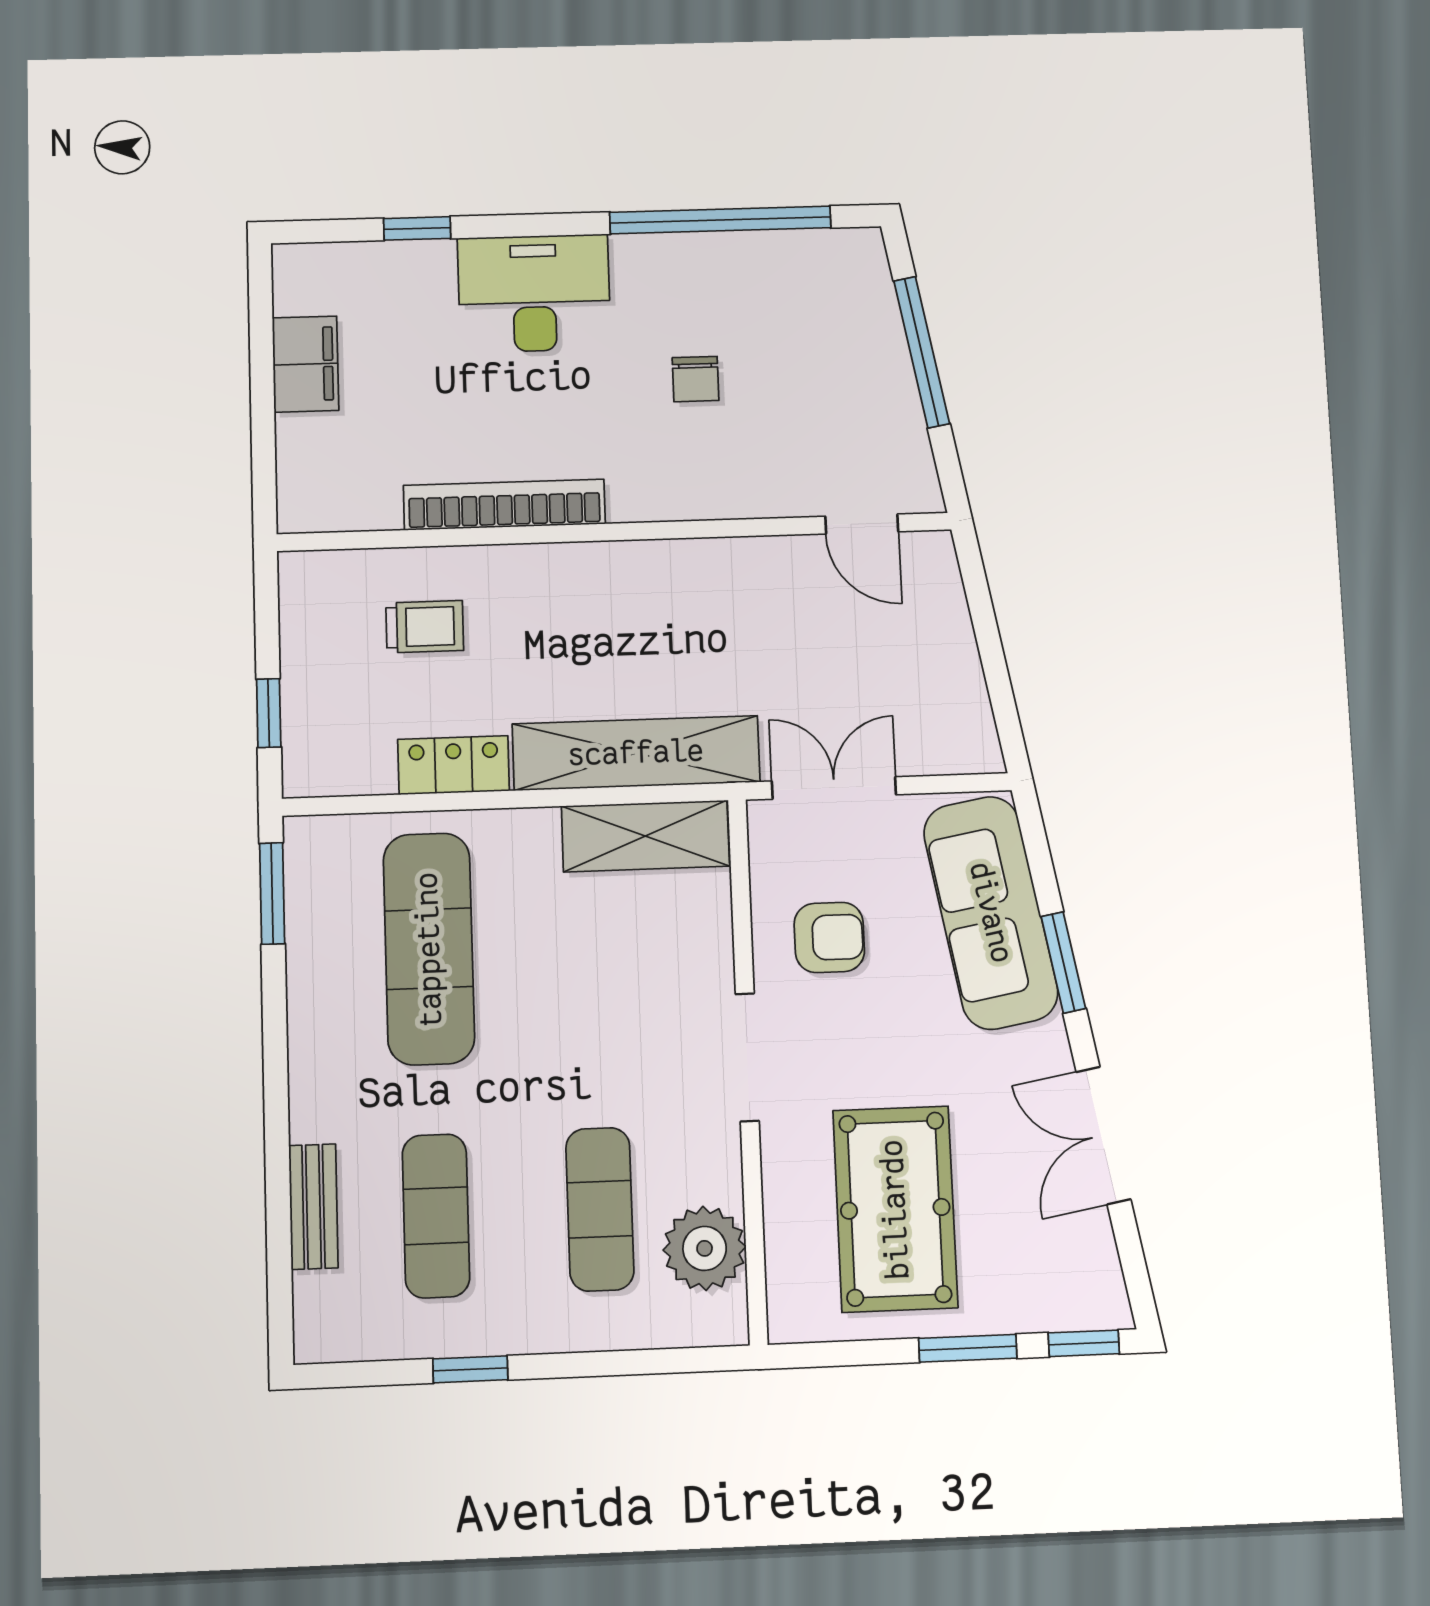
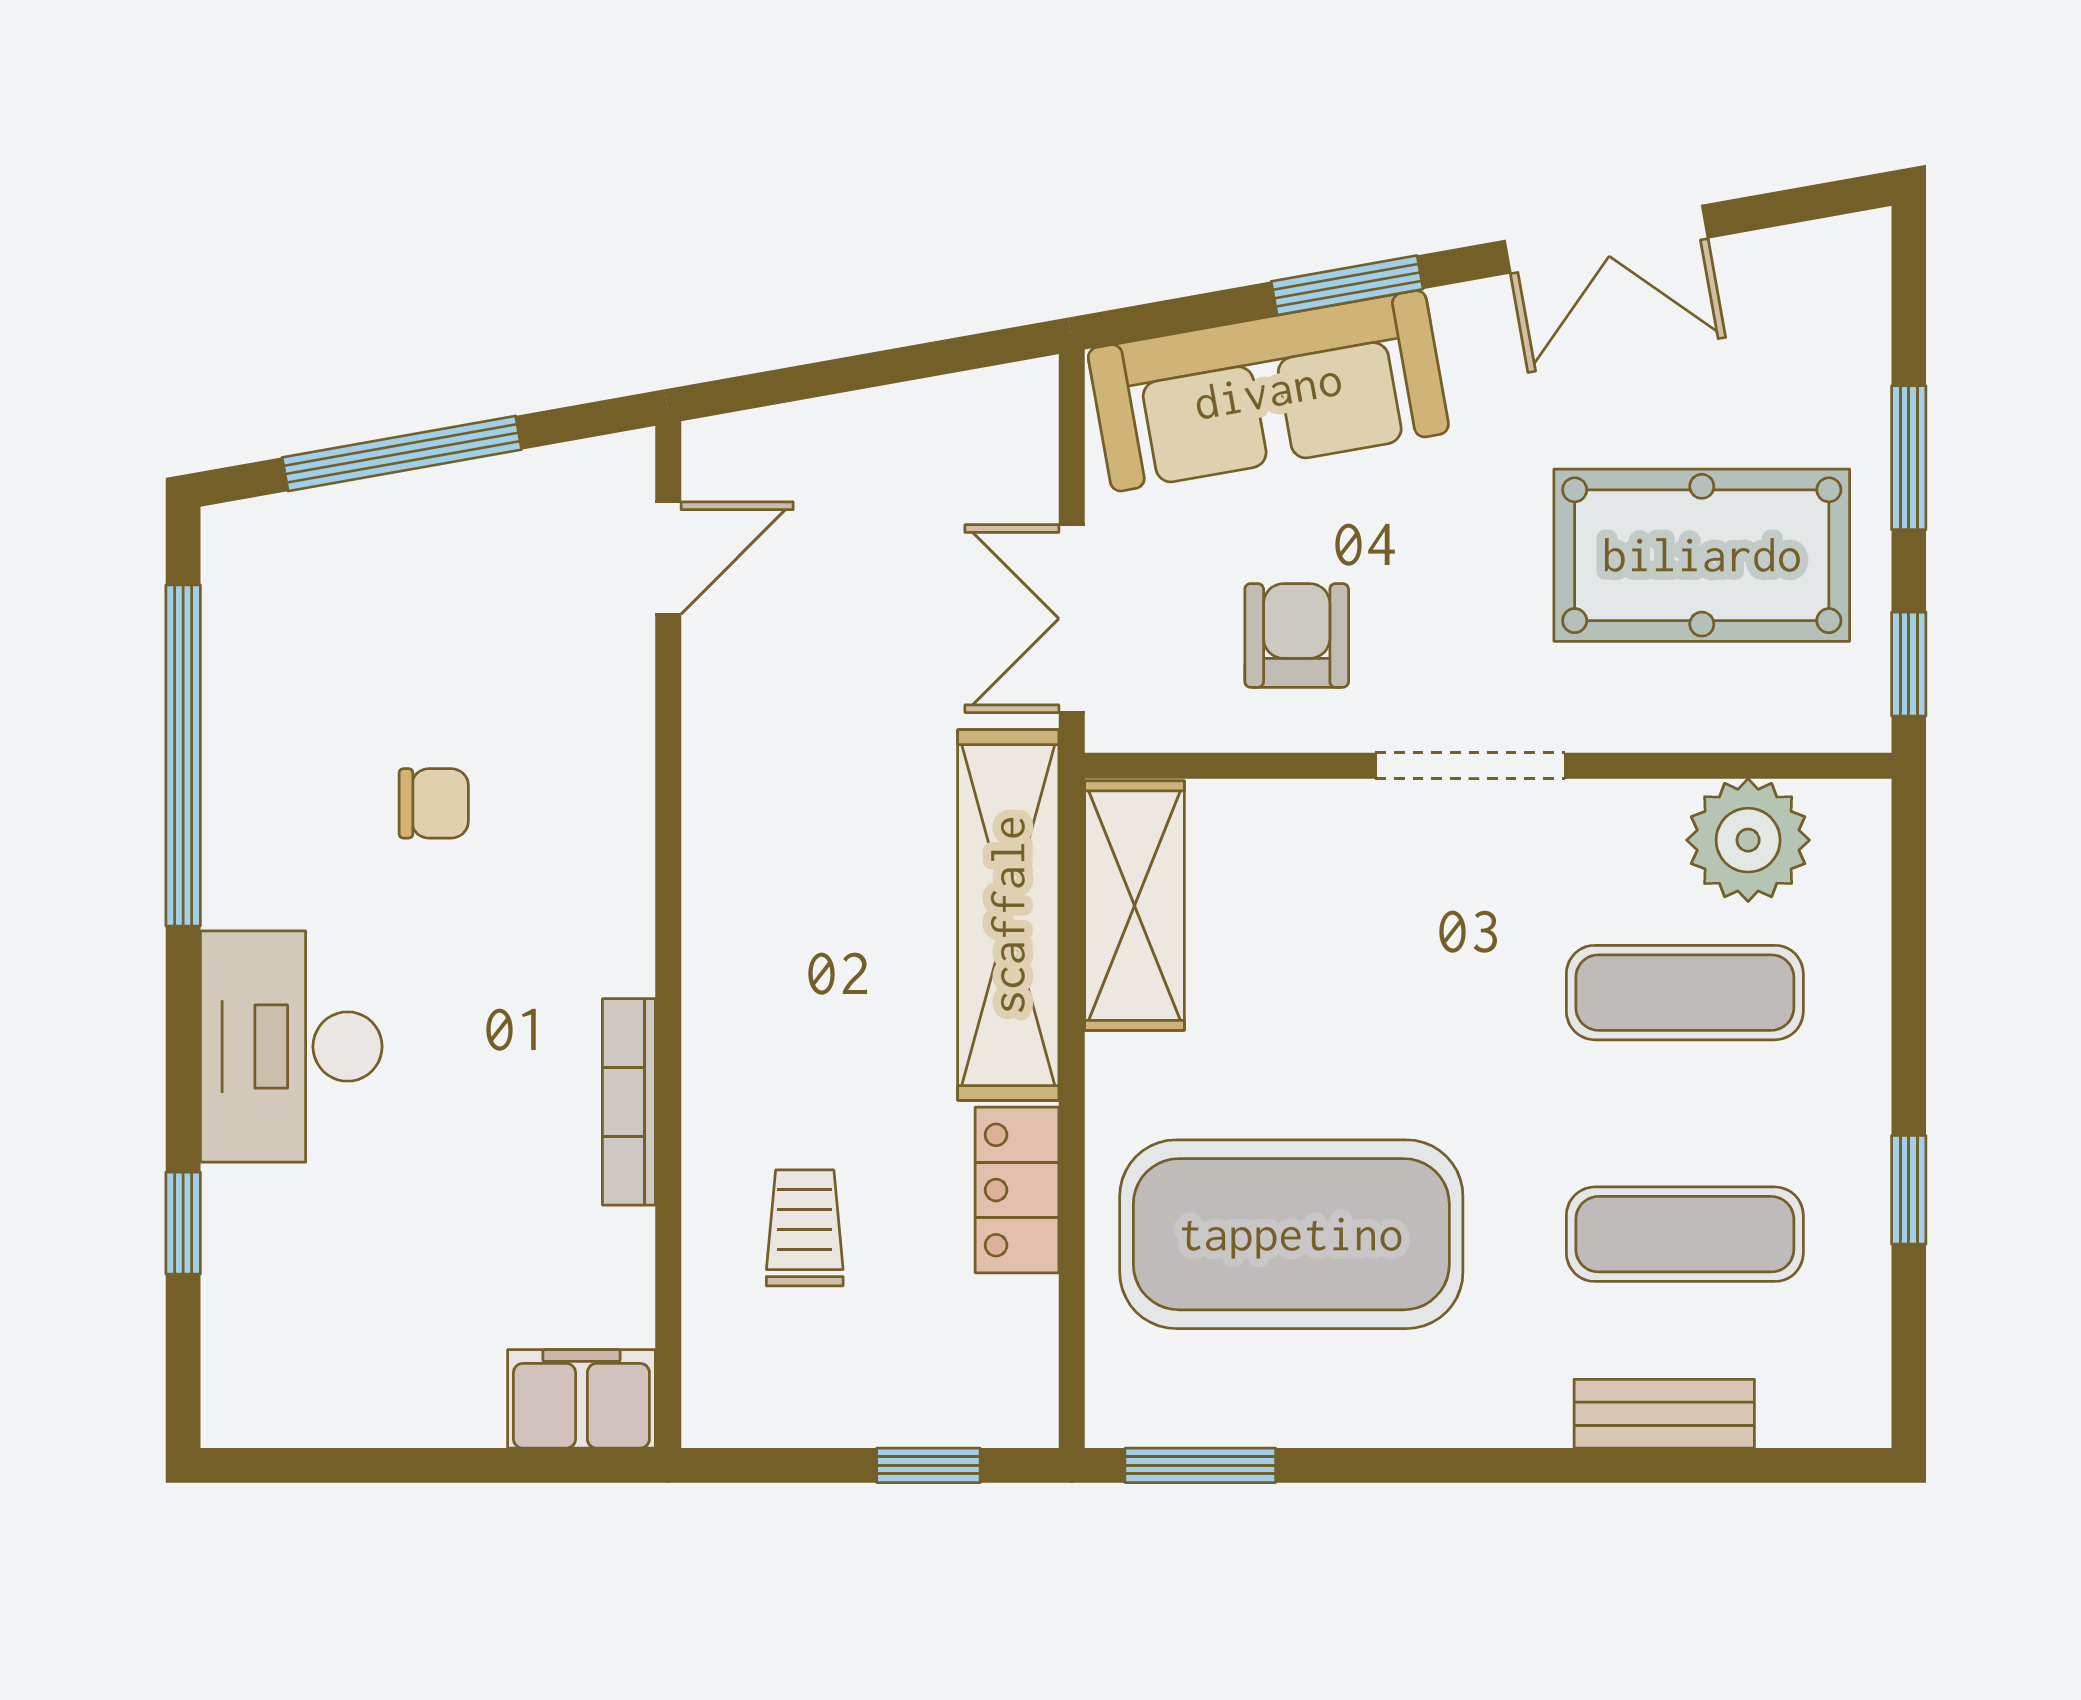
filing cabinet: (305, 364) -> (581, 1399), moved
bookcase: (504, 505) -> (629, 1102), width x0.68, depth x0.76
exercise mat: (429, 949) -> (1291, 1234), width x1.47
window: (1084, 1343) -> (1909, 664), moved

